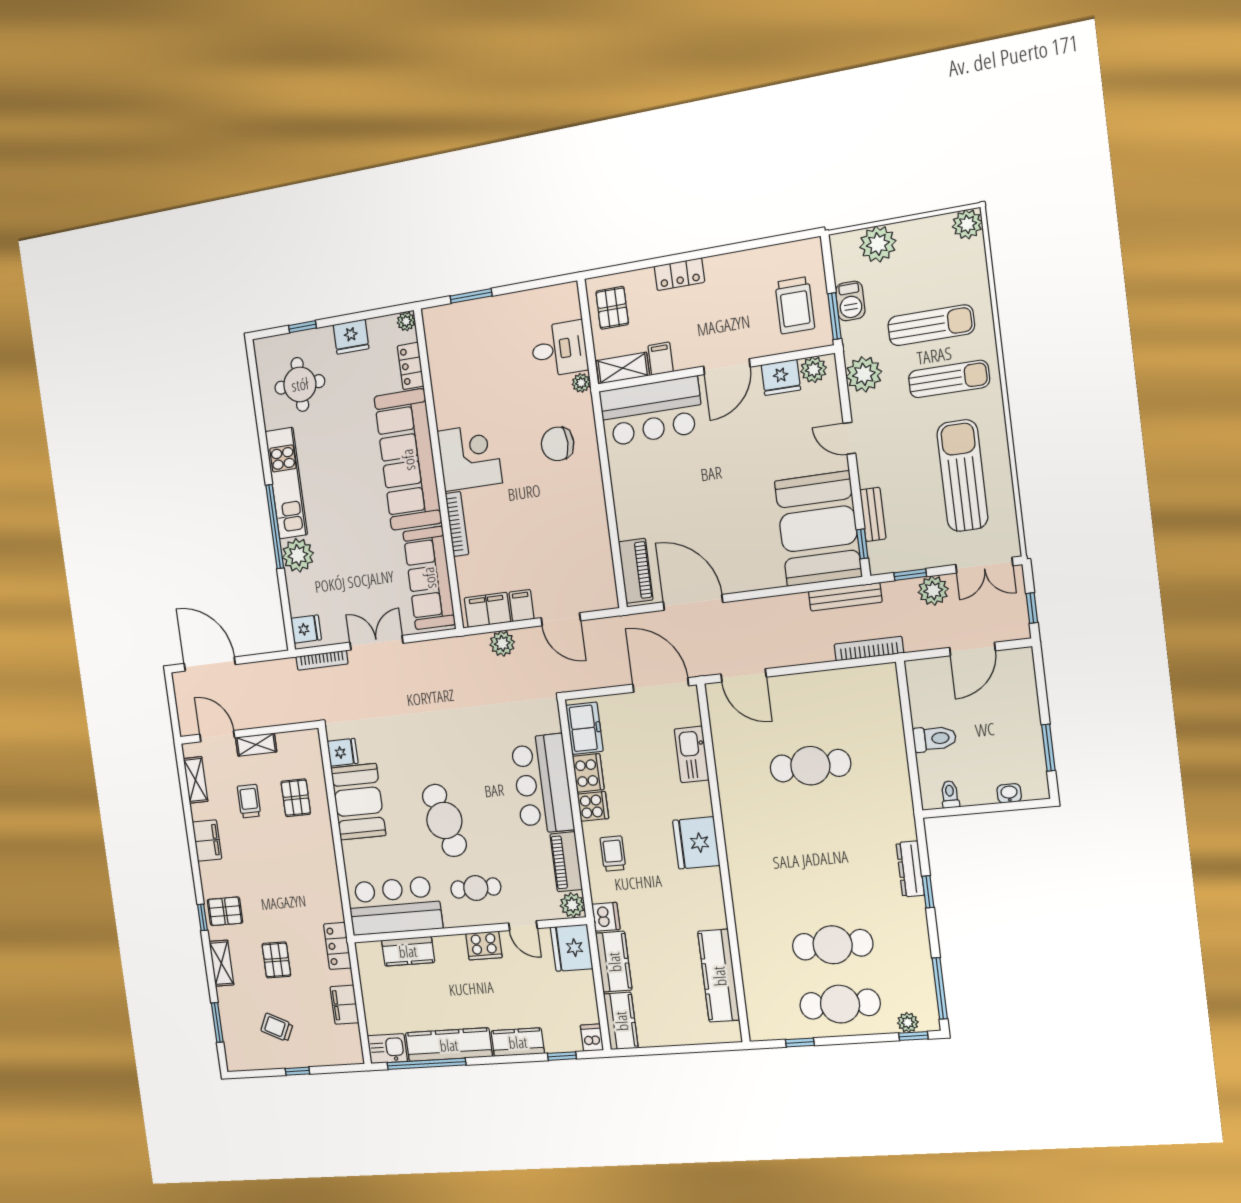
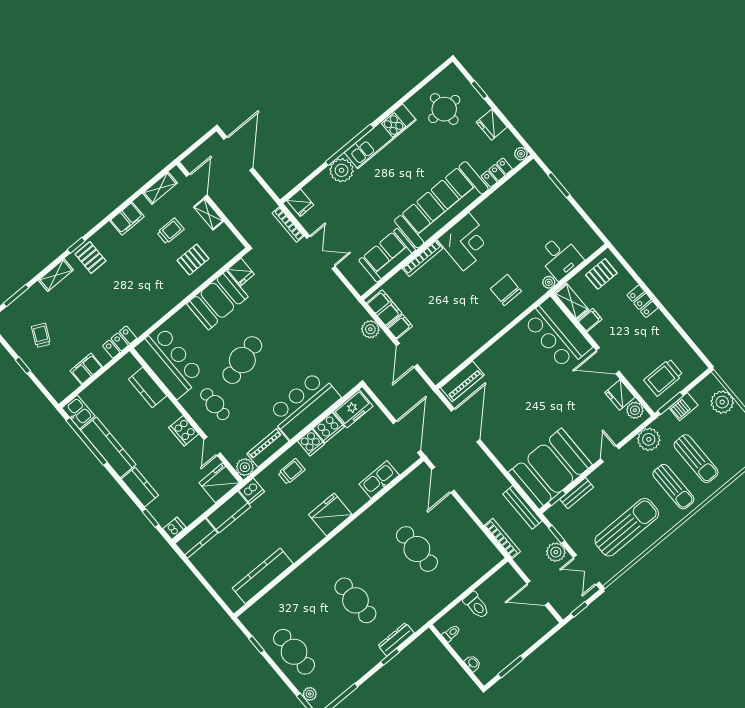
sofa: (429, 578) -> (387, 255), width x0.73
cafe table: (833, 945) -> (355, 600), moved
pallet: (276, 960) -> (83, 309), removed

